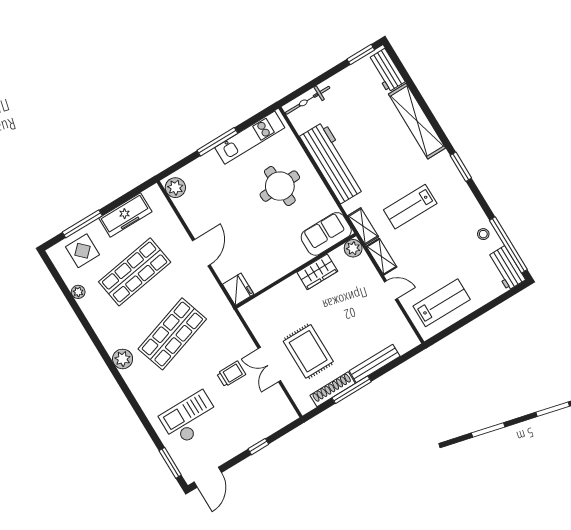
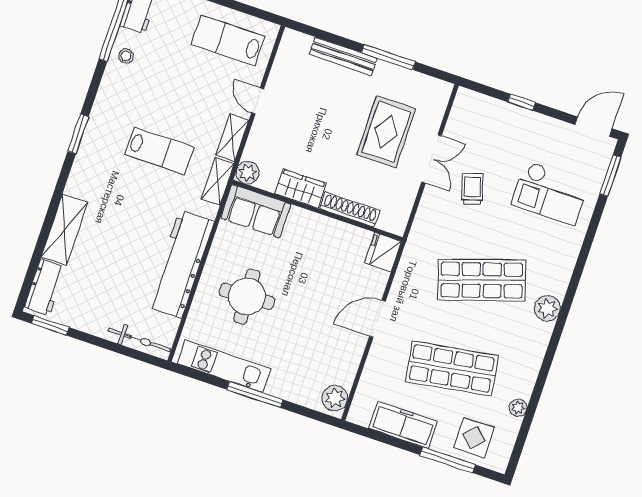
shelving: (417, 121) -> (64, 230), width x0.68
trolley: (231, 374) -> (472, 189), turned 73
shoe rack: (333, 389) -> (350, 210), moved, turned 180

